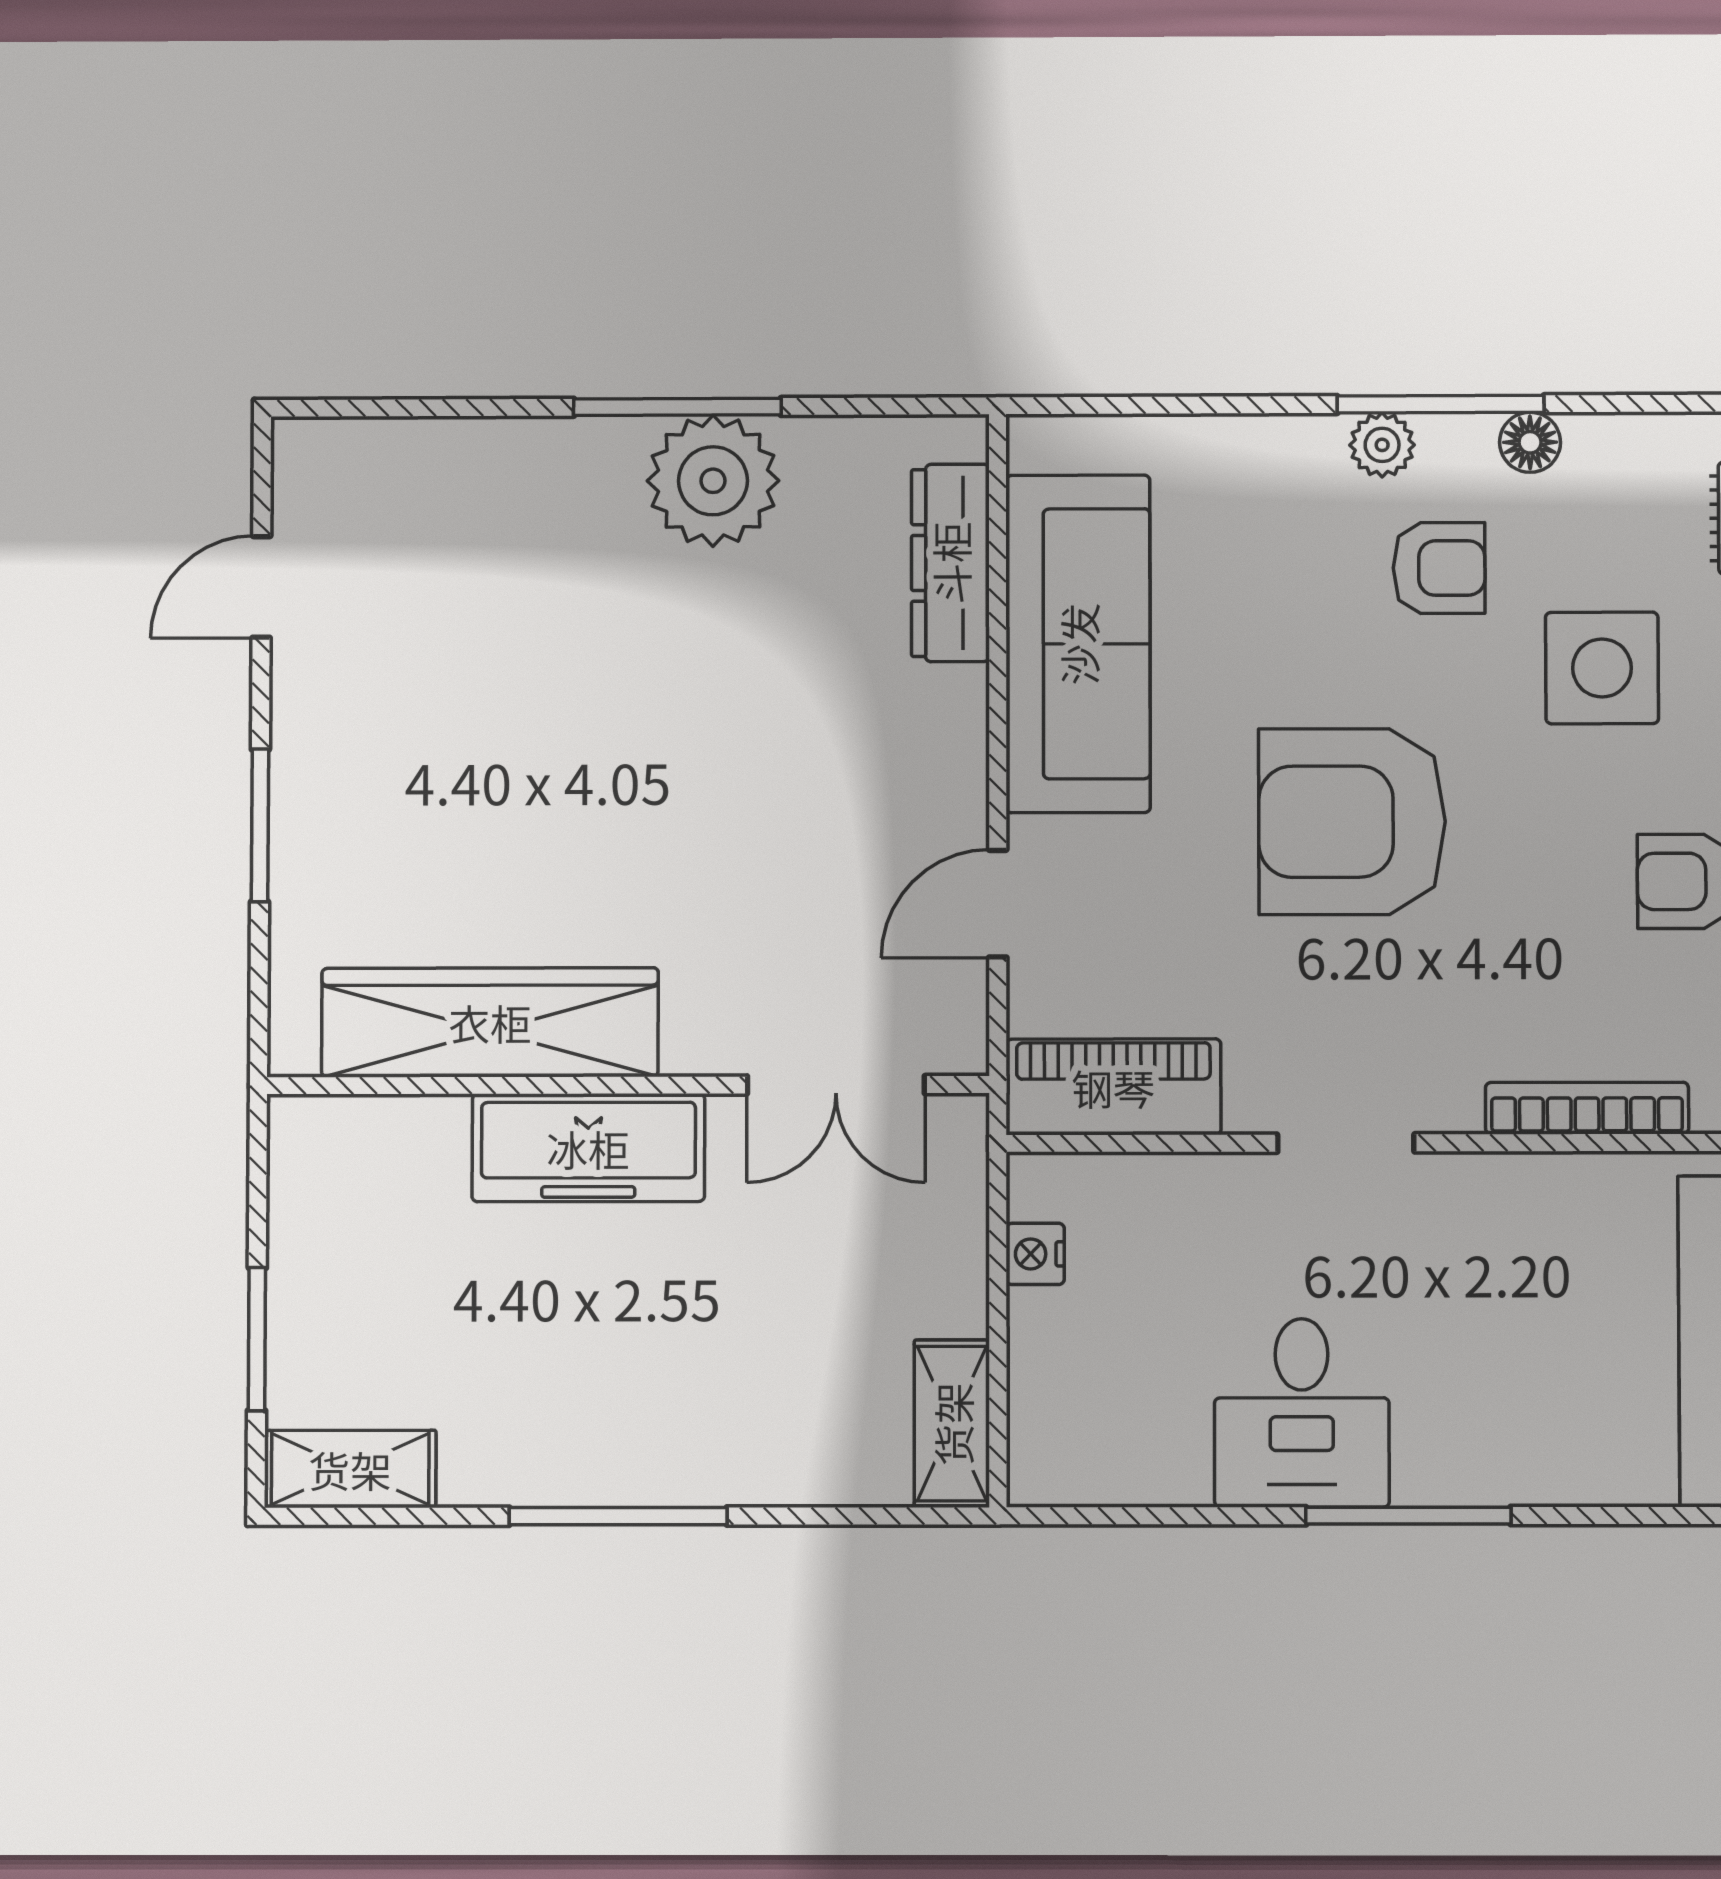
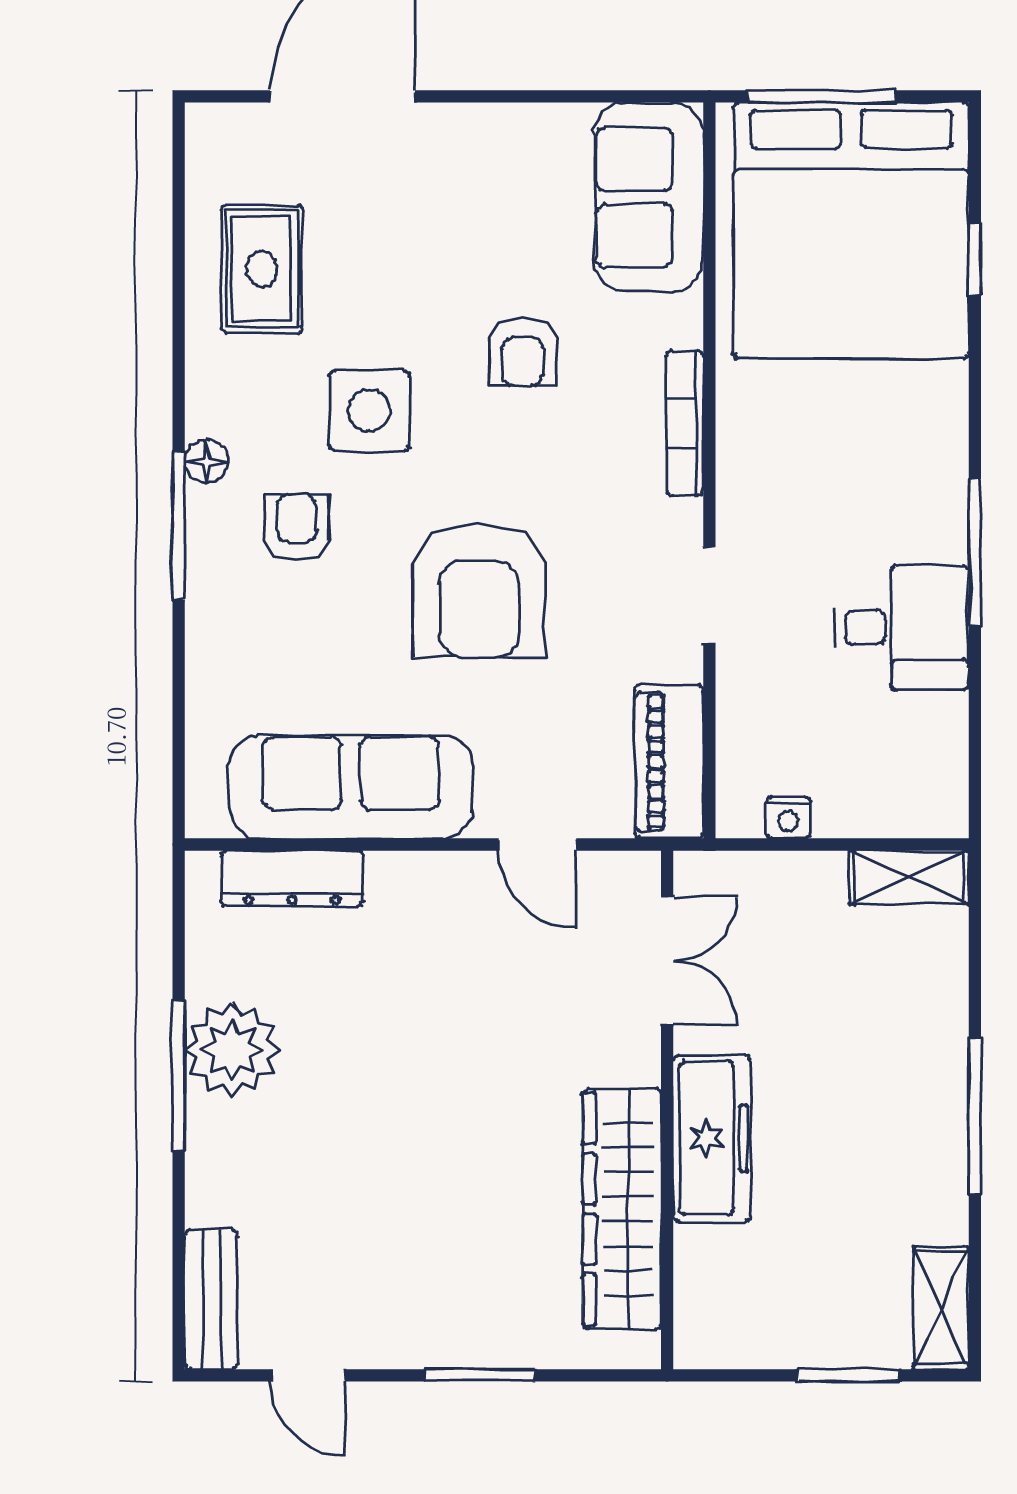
plant: (1382, 445) -> (208, 568), removed
bench: (367, 453) -> (211, 1300), added

